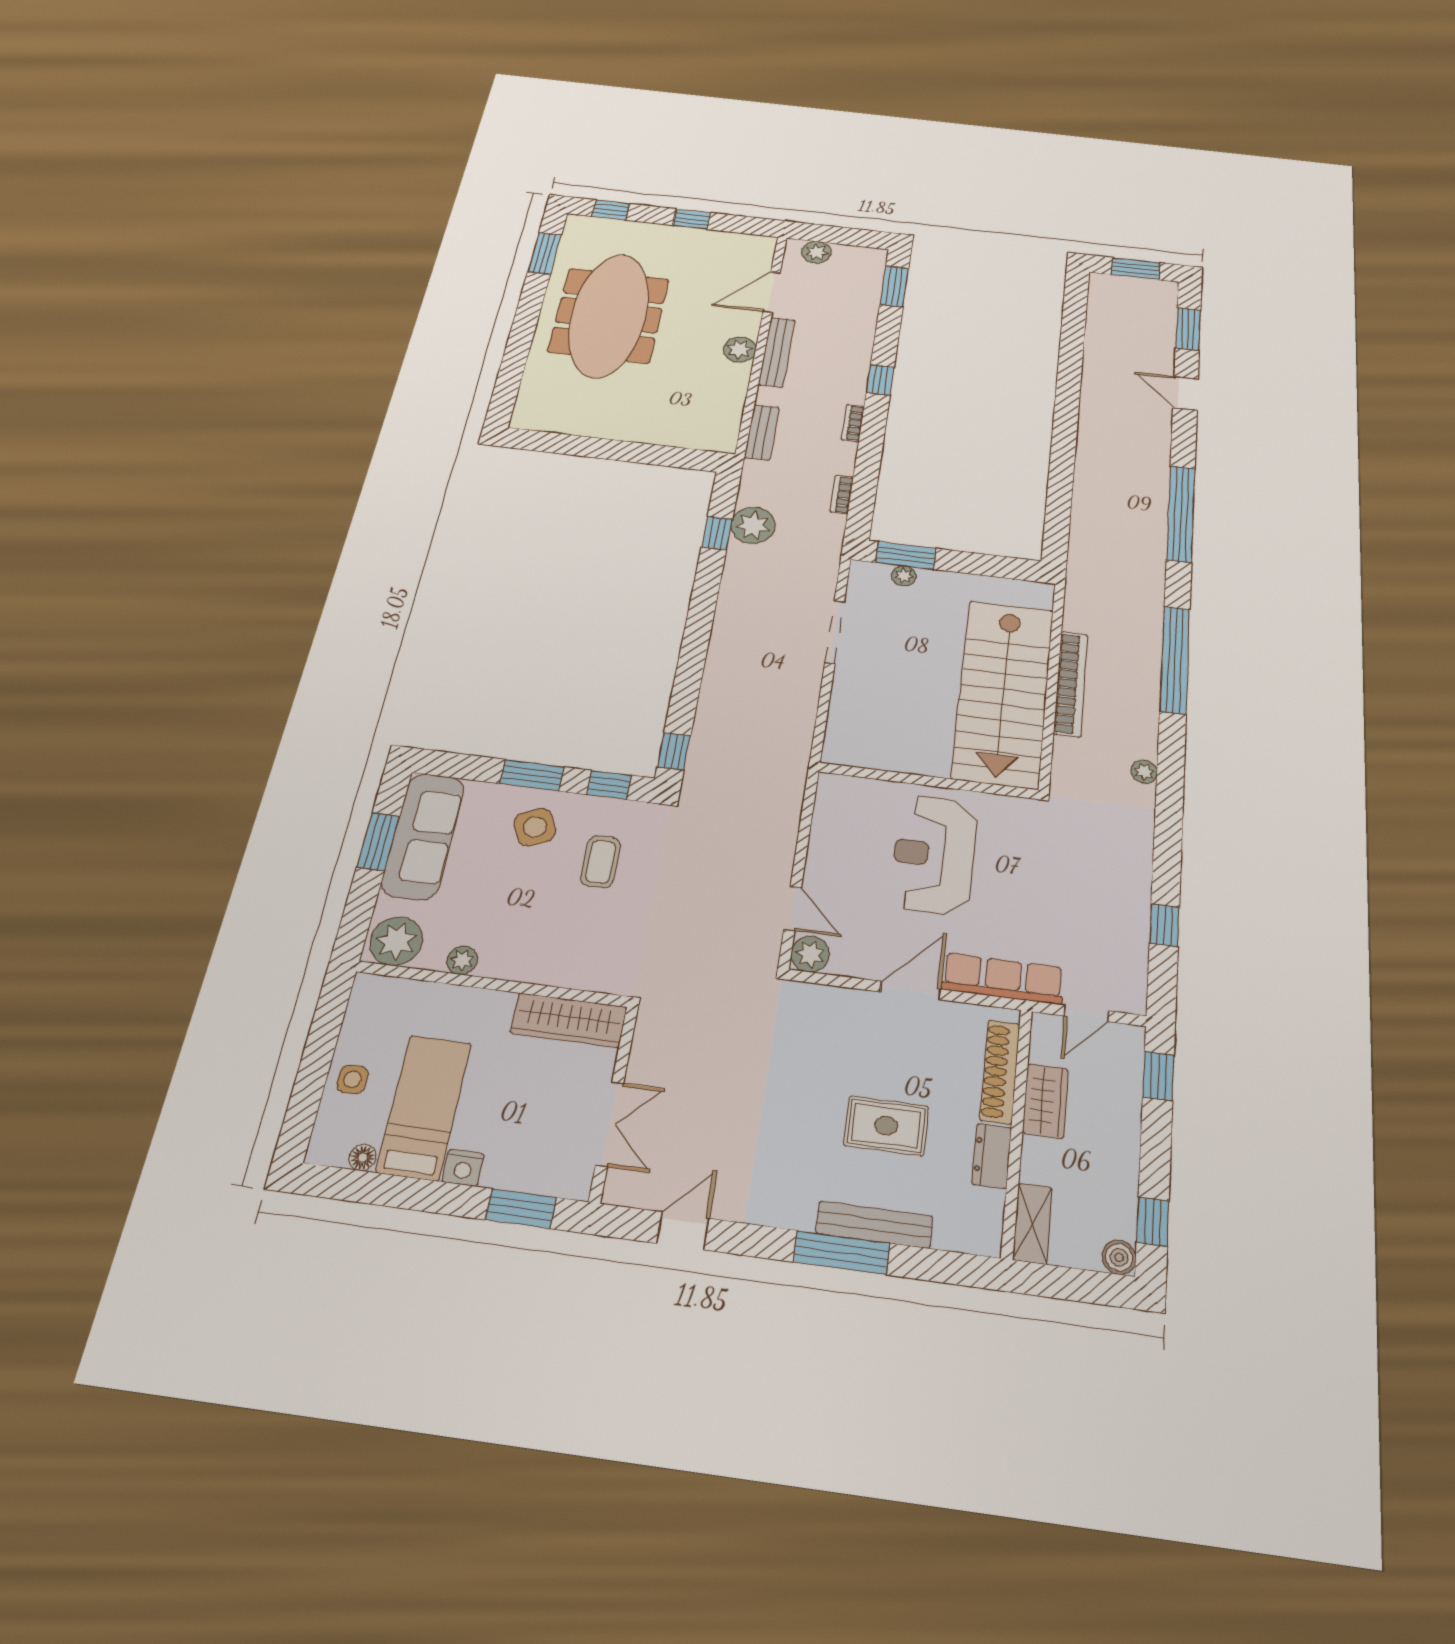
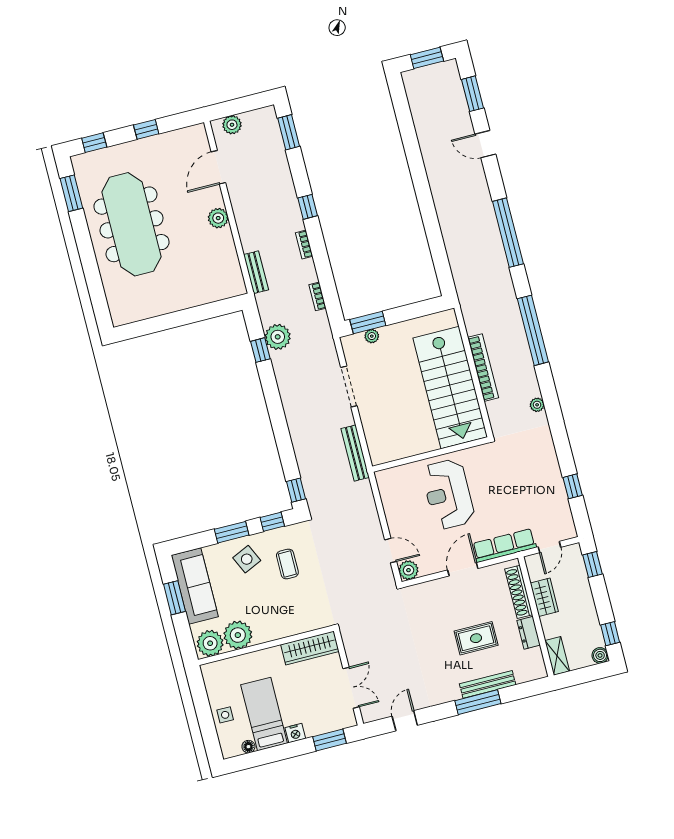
bench: (777, 352) -> (355, 453), moved
plant: (462, 960) -> (238, 635), width x1.88, depth x1.88

